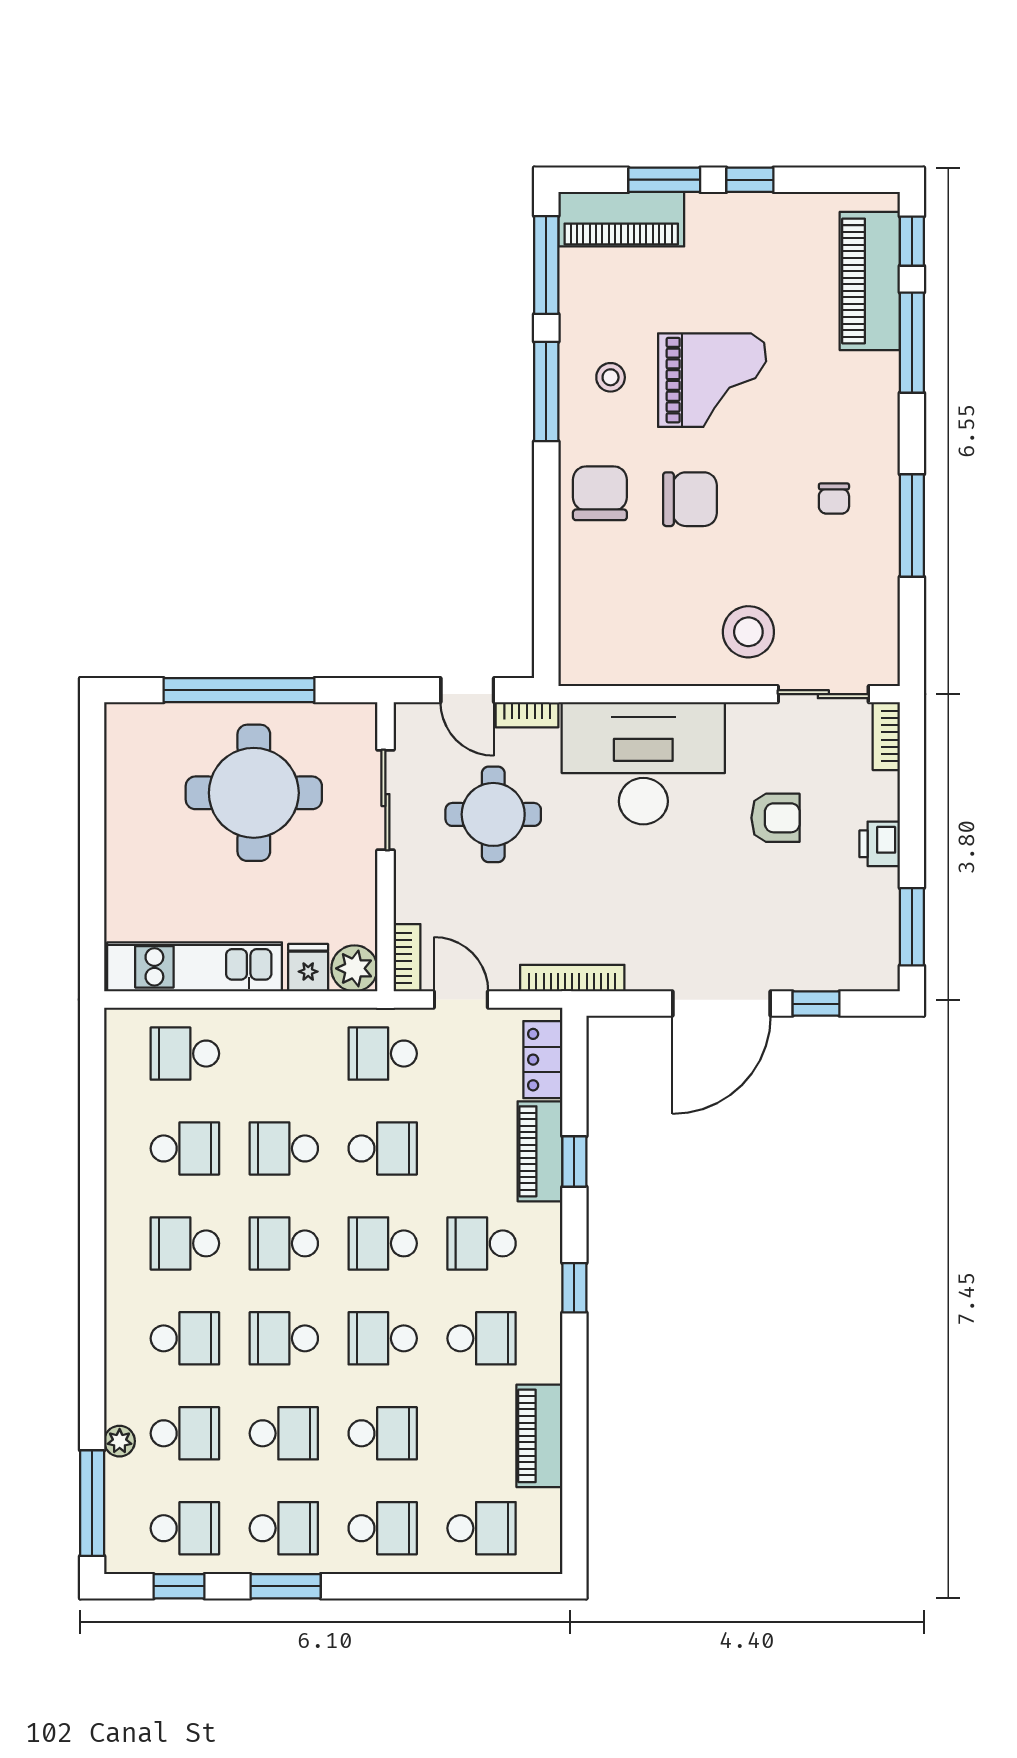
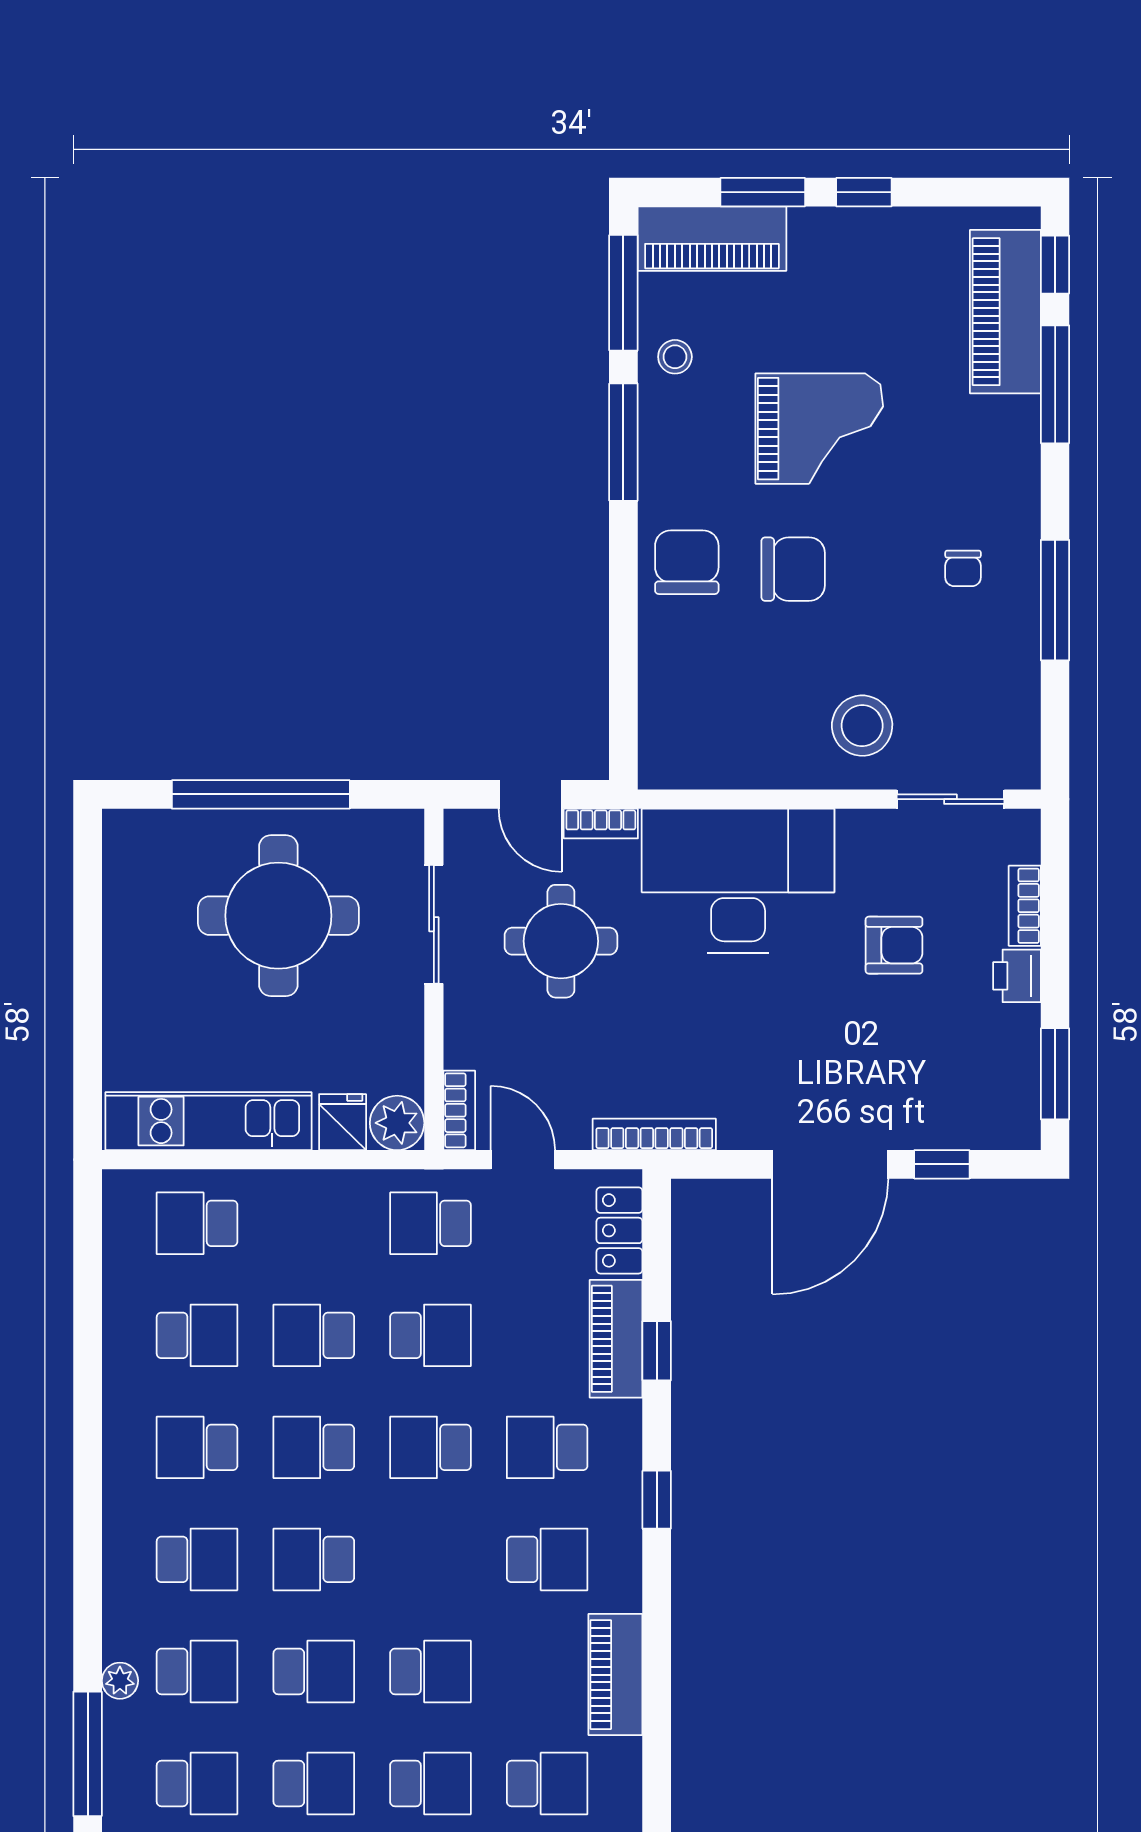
stool: (611, 377) -> (675, 357), moved
bookcase: (886, 736) -> (1025, 906), moved
school desk: (383, 1338) -> (430, 1559), removed

